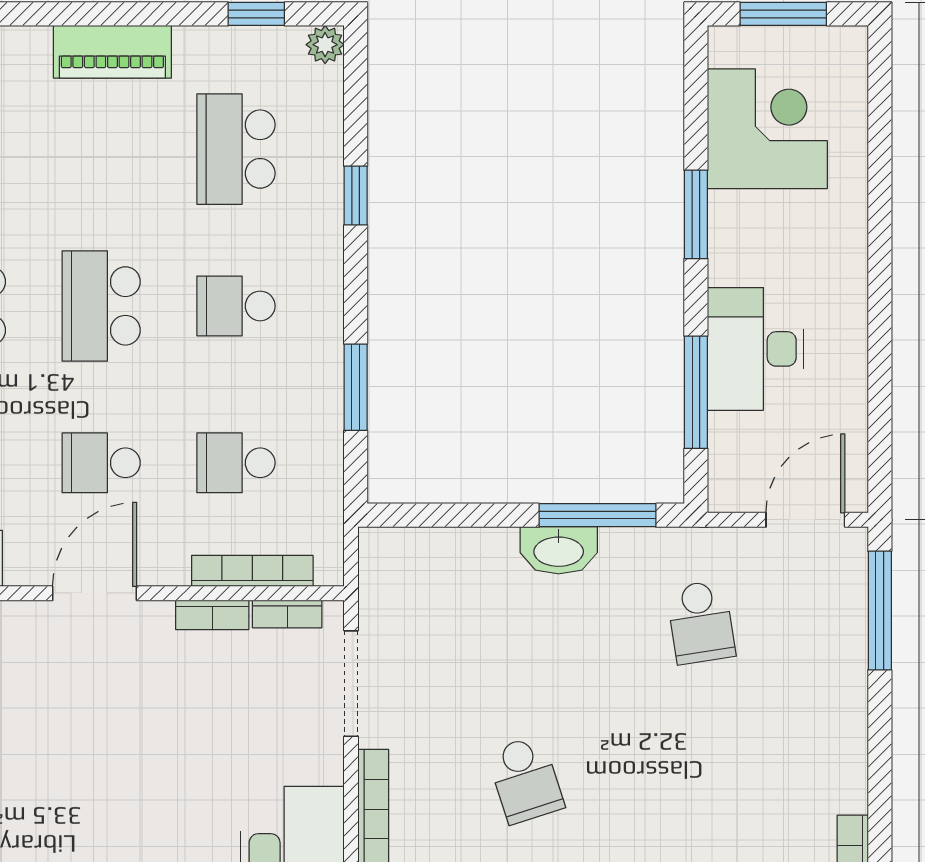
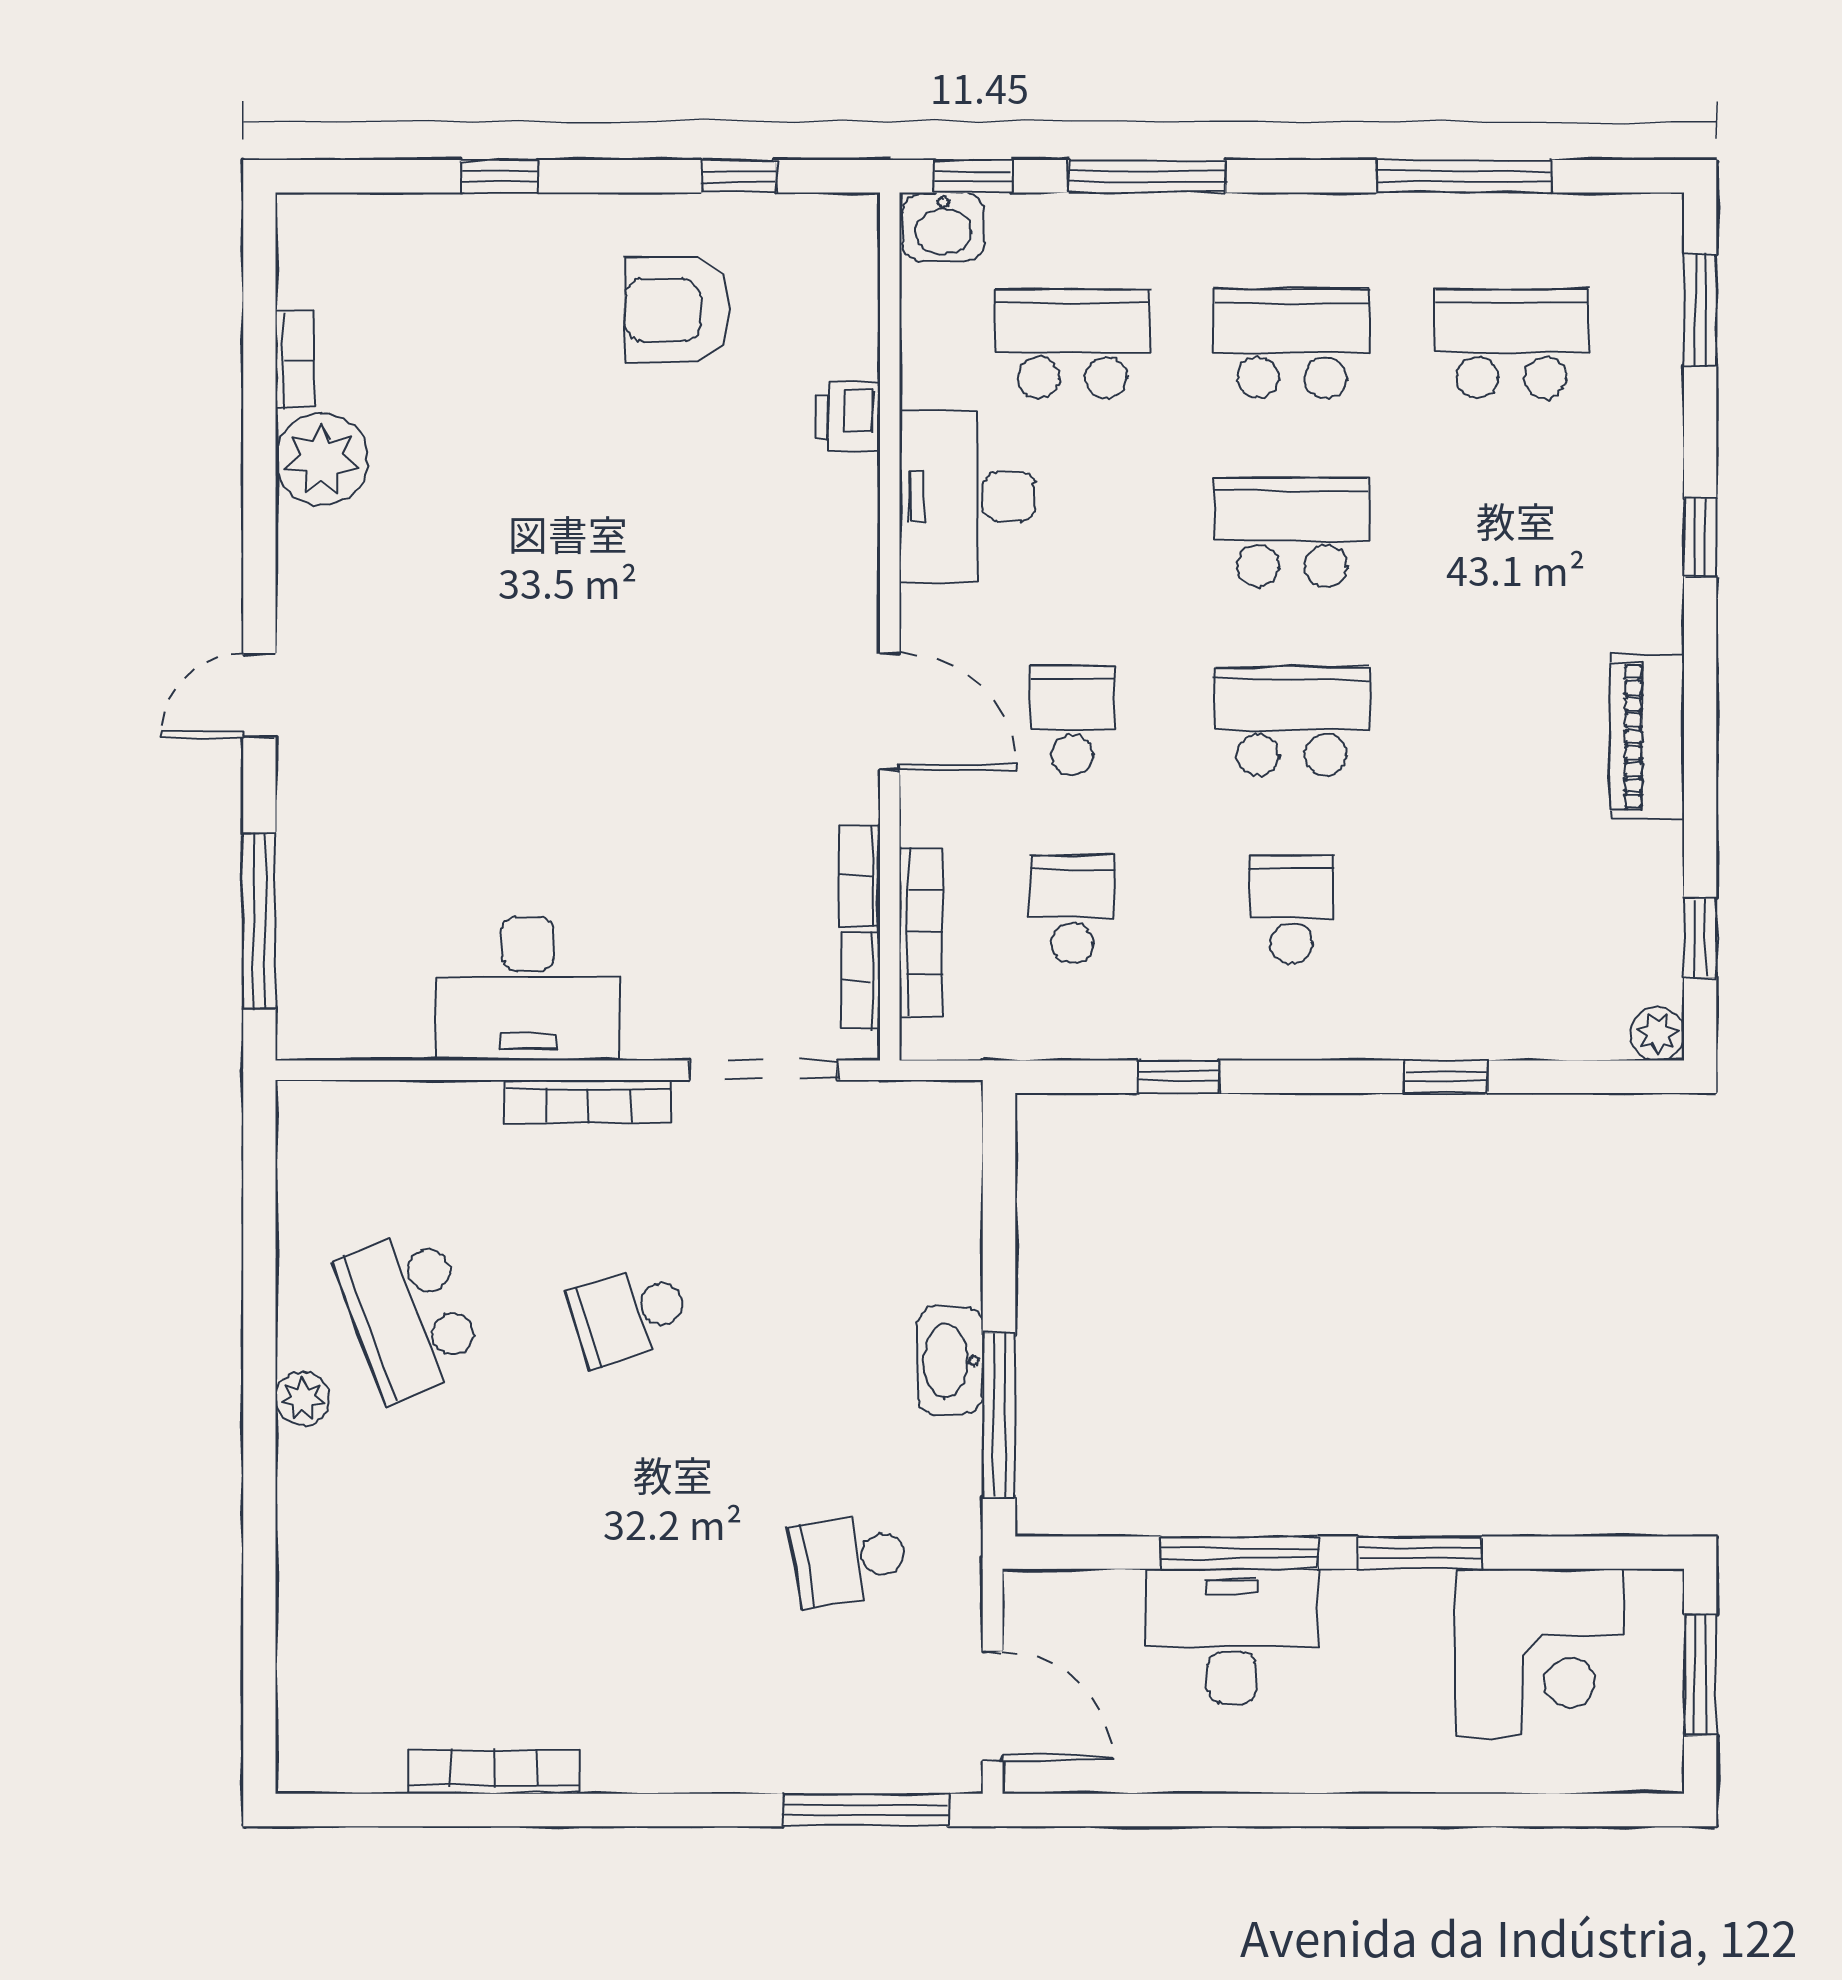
school desk: (236, 149) -> (1511, 909), removed
window: (356, 387) -> (1178, 1077), width x0.67
window: (696, 392) -> (1239, 1553), moved

